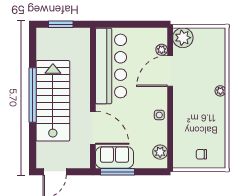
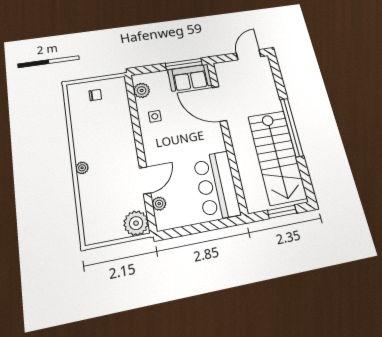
bar counter: (111, 66) -> (217, 185), width x0.73
door: (170, 71) -> (145, 180), width x0.73
stairs: (53, 101) -> (277, 157), moved
side table: (159, 115) -> (155, 116), moved

